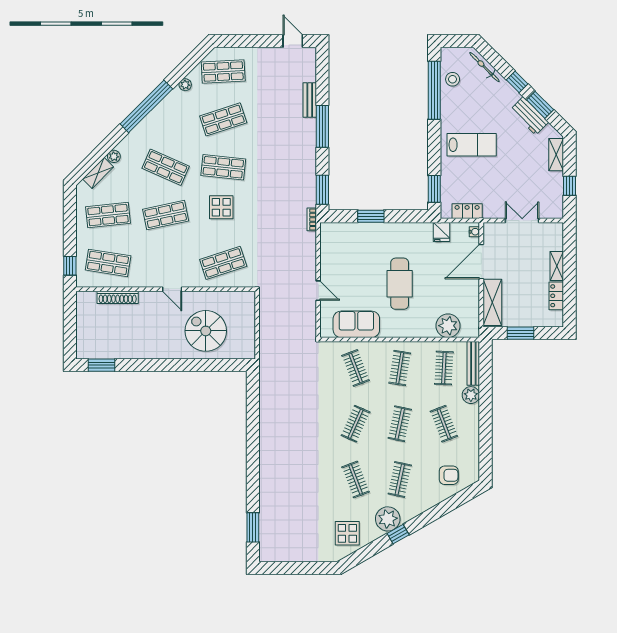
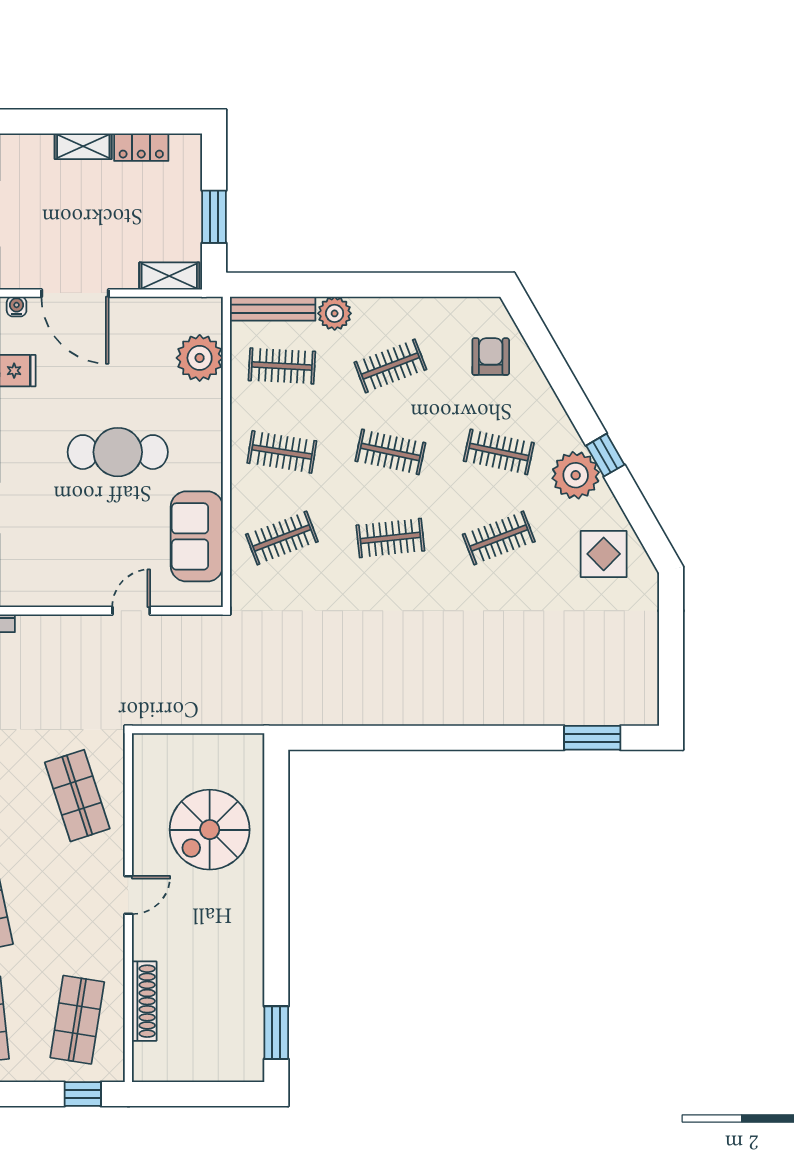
shelving: (492, 302) -> (169, 276), width x0.67, depth x0.75
clothes rail: (356, 424) -> (390, 538), turned -30

